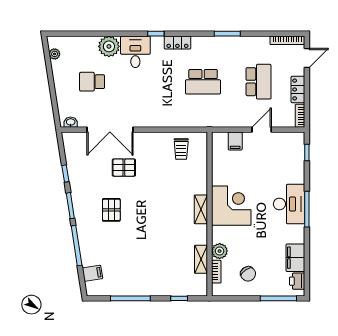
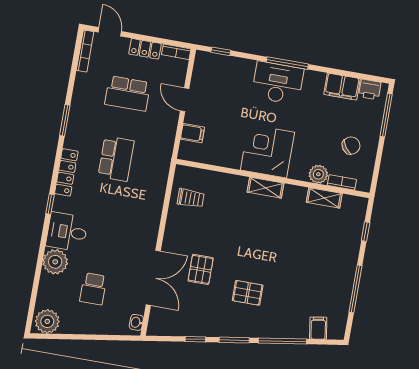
locker: (177, 43) -> (66, 172), width x1.53
plant: (55, 54) -> (47, 321), width x1.88, depth x1.88
school desk: (259, 82) -> (128, 93), turned 180

